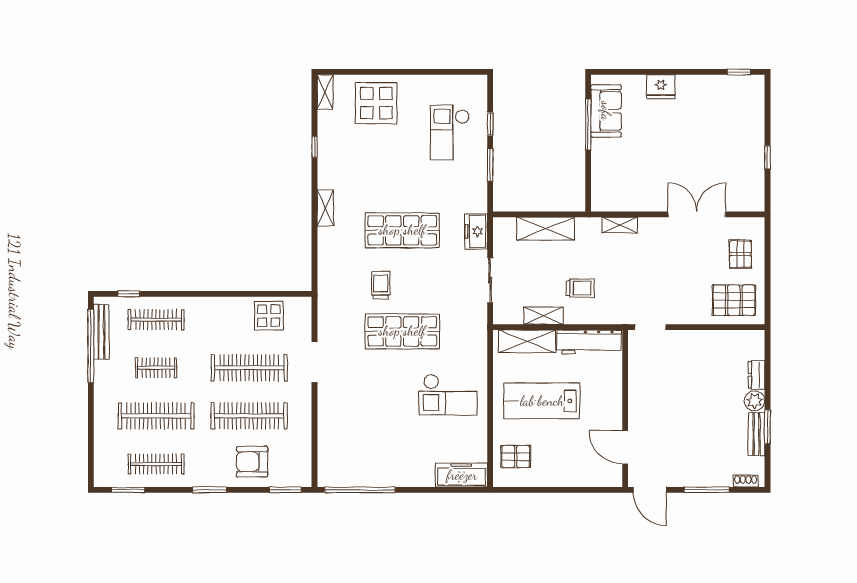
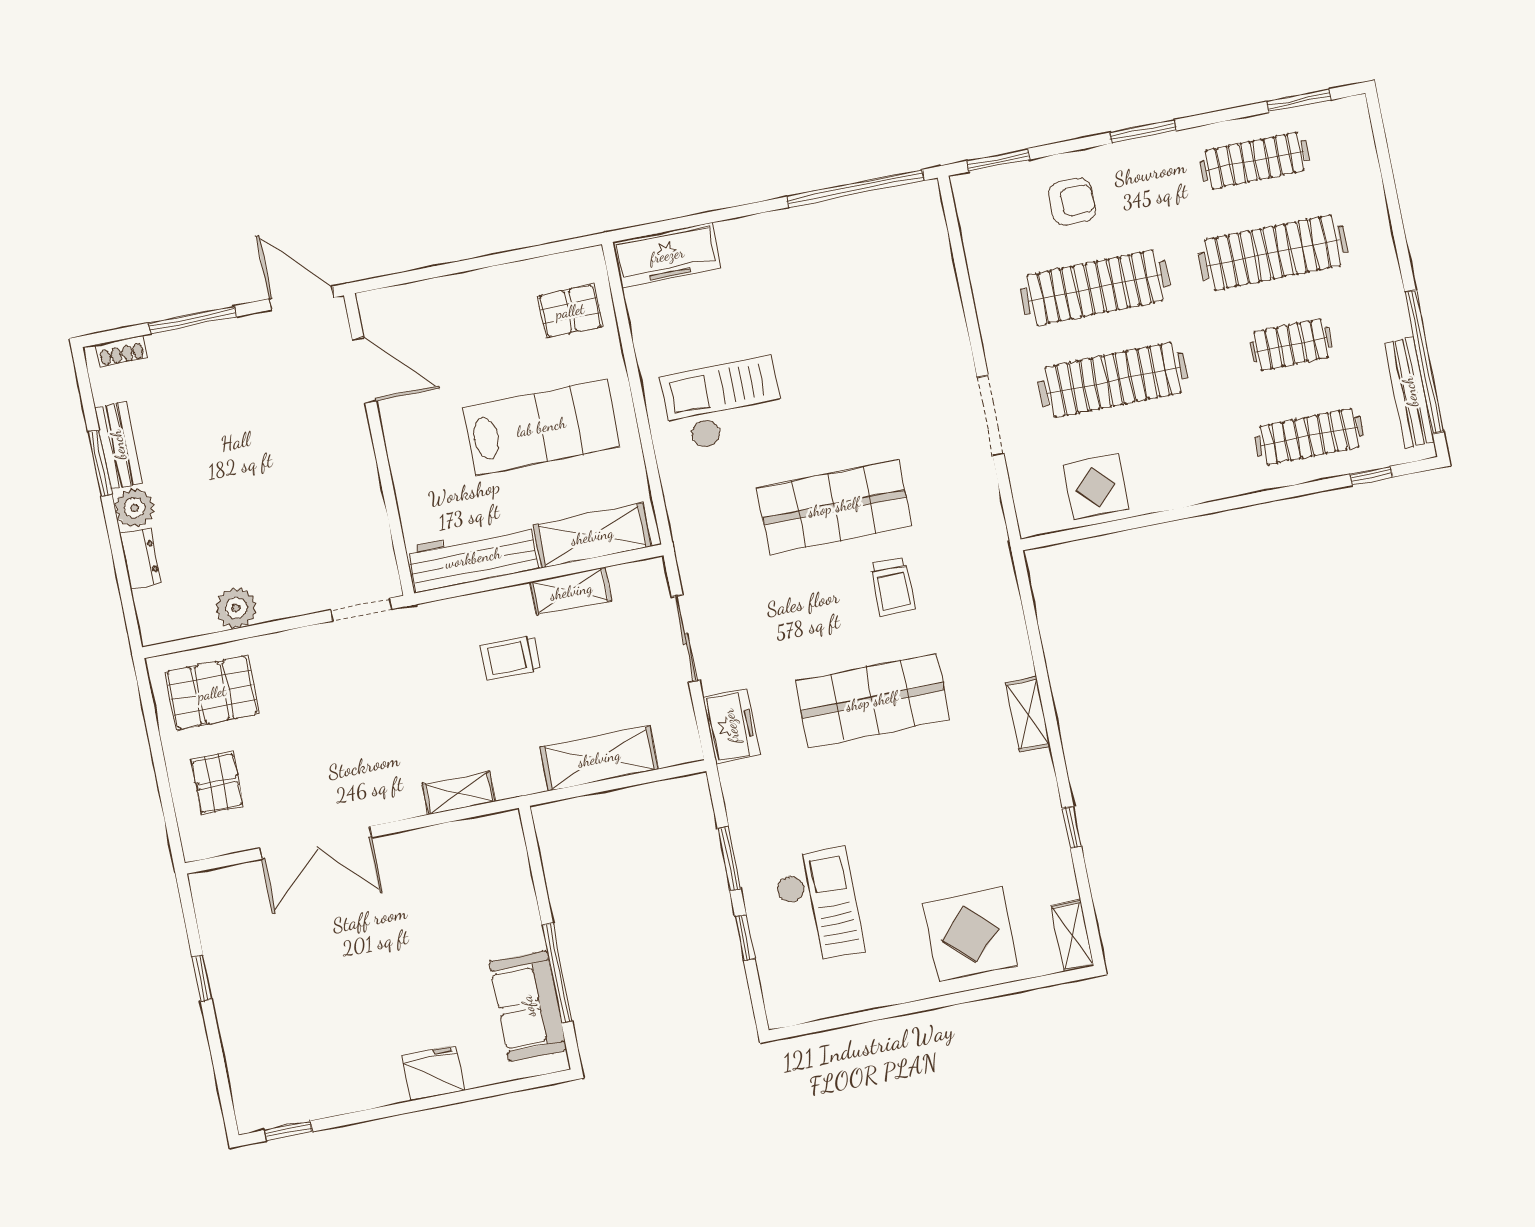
plant: (713, 340) -> (236, 608), added
armchair: (252, 462) -> (1072, 202), width x0.72, depth x0.72

